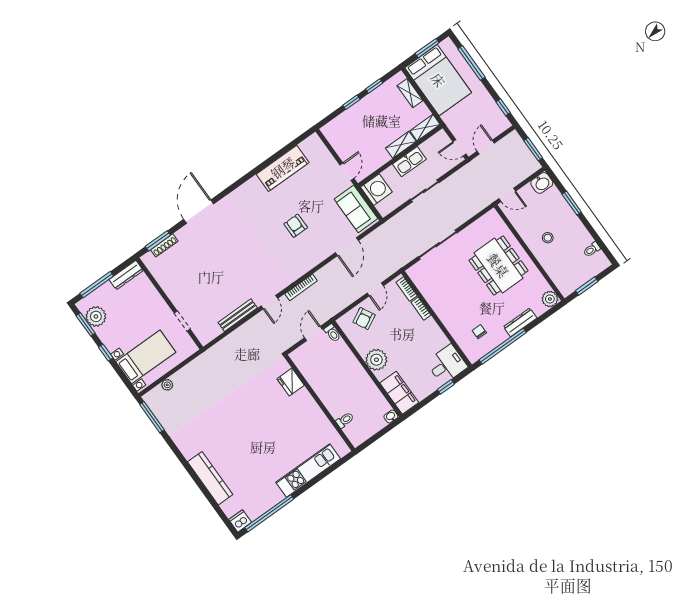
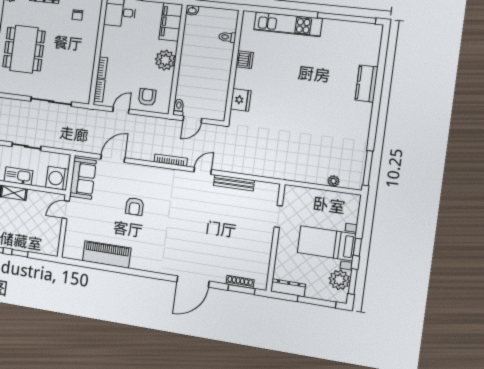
armchair: (364, 319) -> (147, 97), turned -62
bed with nightstands: (146, 357) -> (327, 243), moved
kitchen counter: (210, 478) -> (367, 84), width x0.67
dishwasher: (240, 521) -> (245, 60), moved, turned -90

